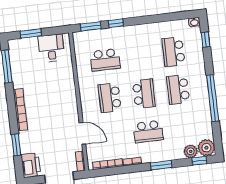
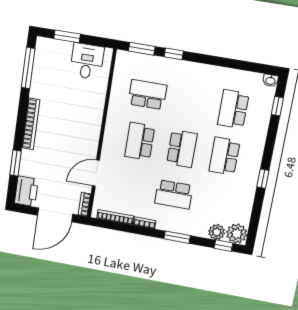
school desk: (105, 60) -> (147, 95), turned 180
window: (213, 98) -> (263, 179), width x0.32
door: (82, 133) -> (96, 173), swing flipped

